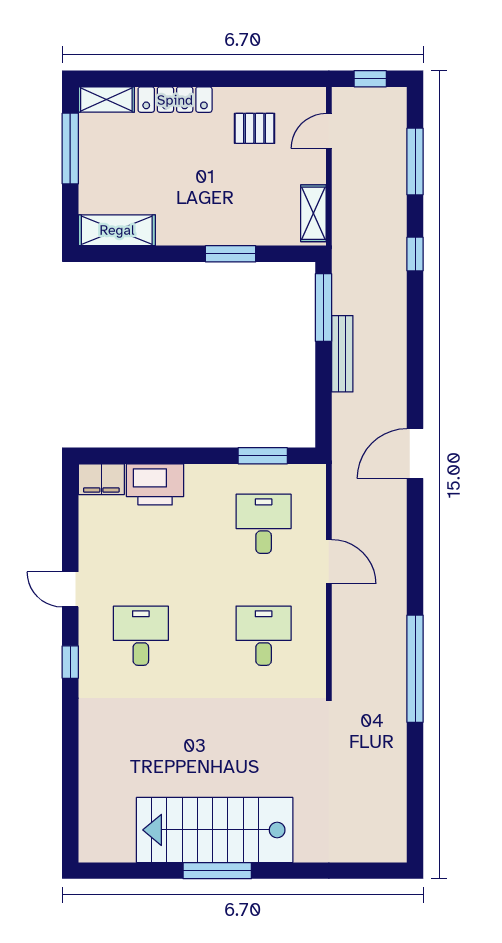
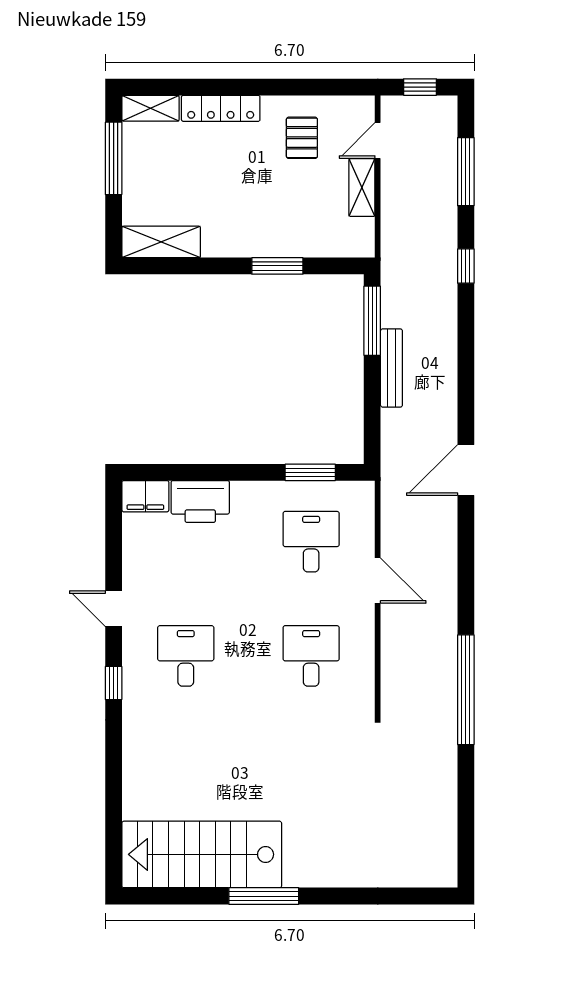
pallet: (255, 128) -> (302, 138), turned 90
shelving: (313, 213) -> (362, 188), moved
stairs: (215, 830) -> (202, 854), moved

